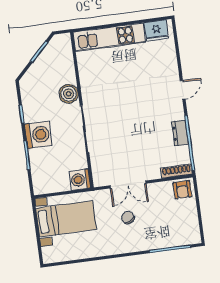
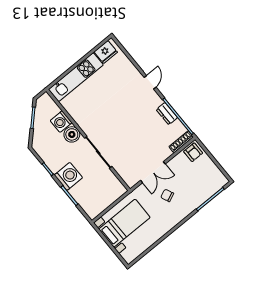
washing machine: (80, 180) -> (61, 122), moved

